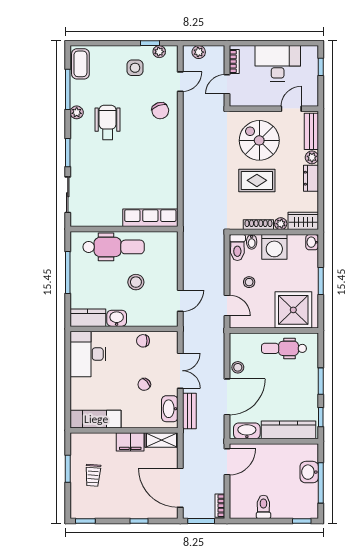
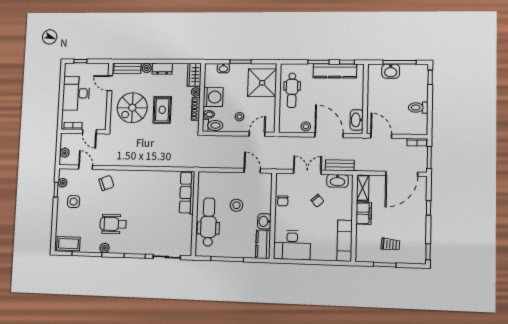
washbasin: (312, 242) -> (223, 68), moved
kitchen counter: (288, 430) -> (335, 71), moved, turned -90

